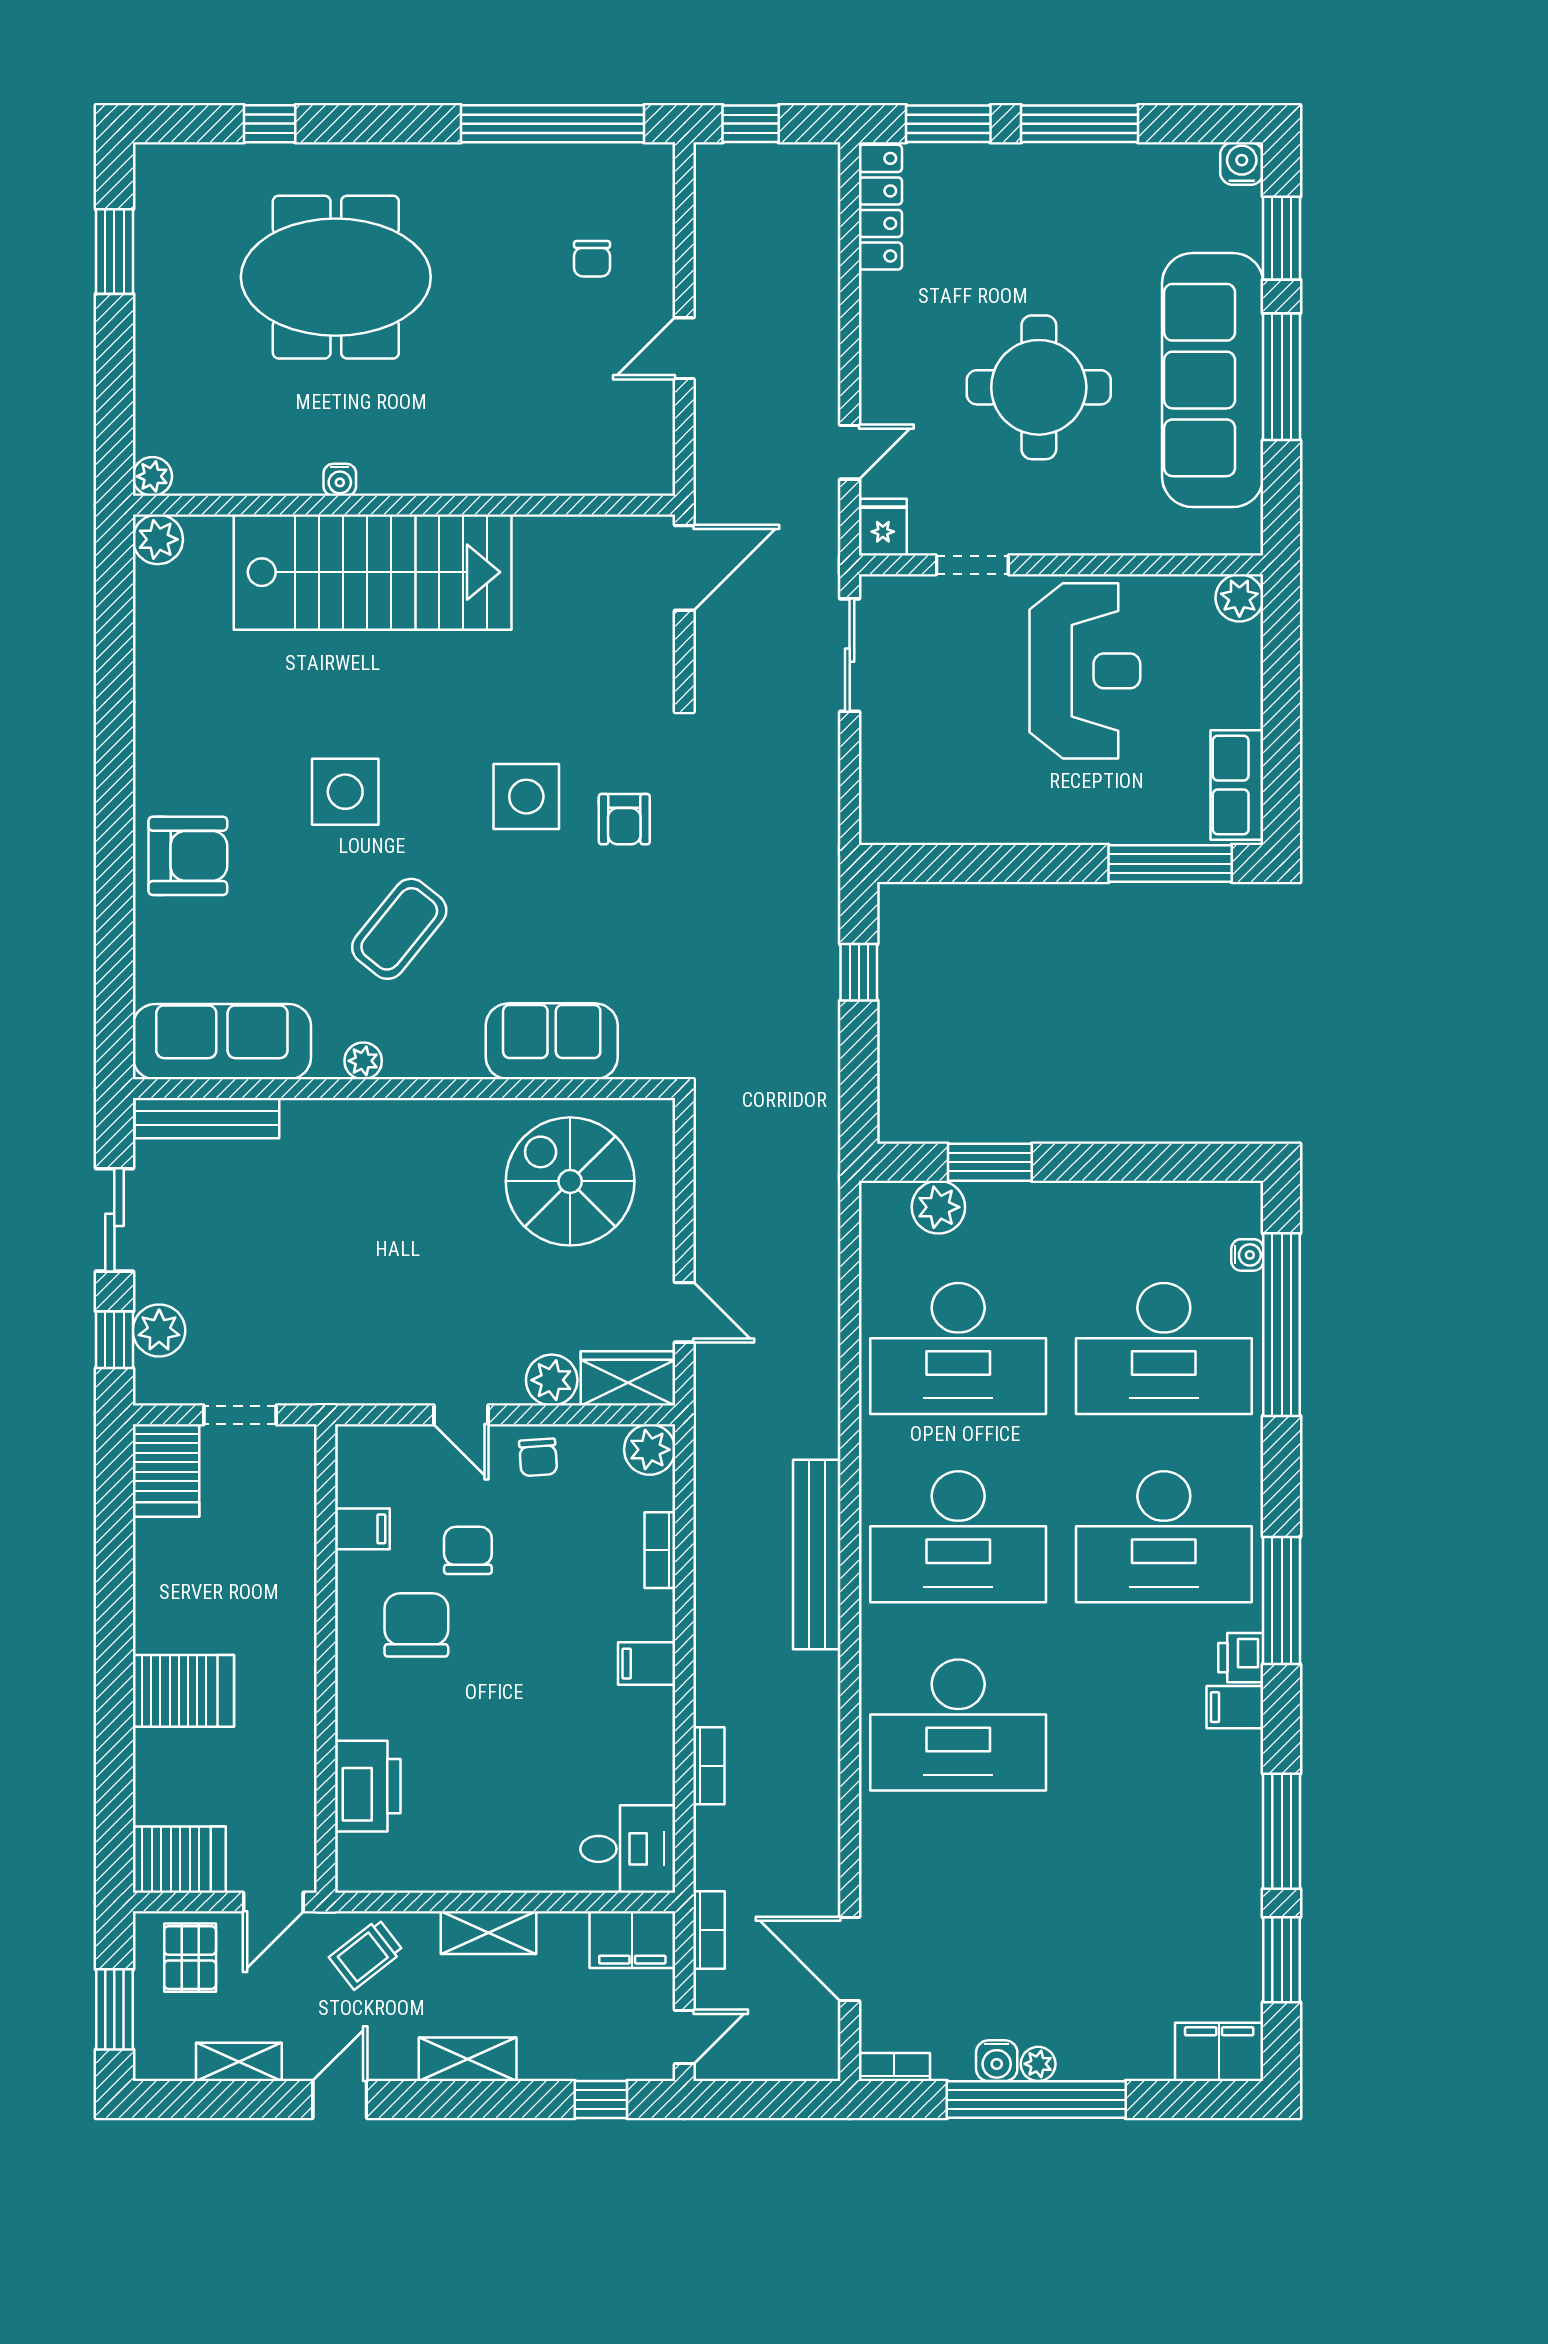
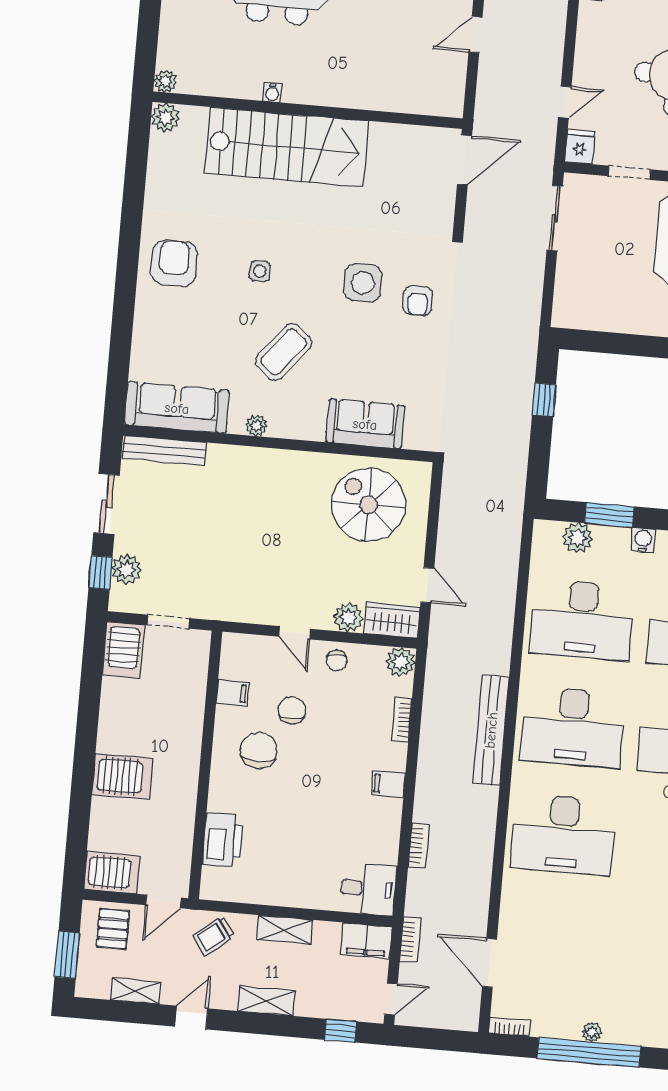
side table: (345, 792) -> (260, 271), width x0.54, depth x0.54
armchair: (188, 856) -> (174, 263), moved, turned -90
water cooler: (997, 2061) -> (643, 540), moved, turned 180

